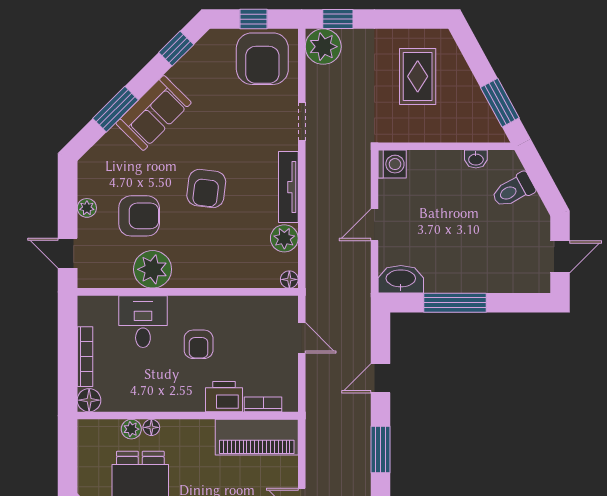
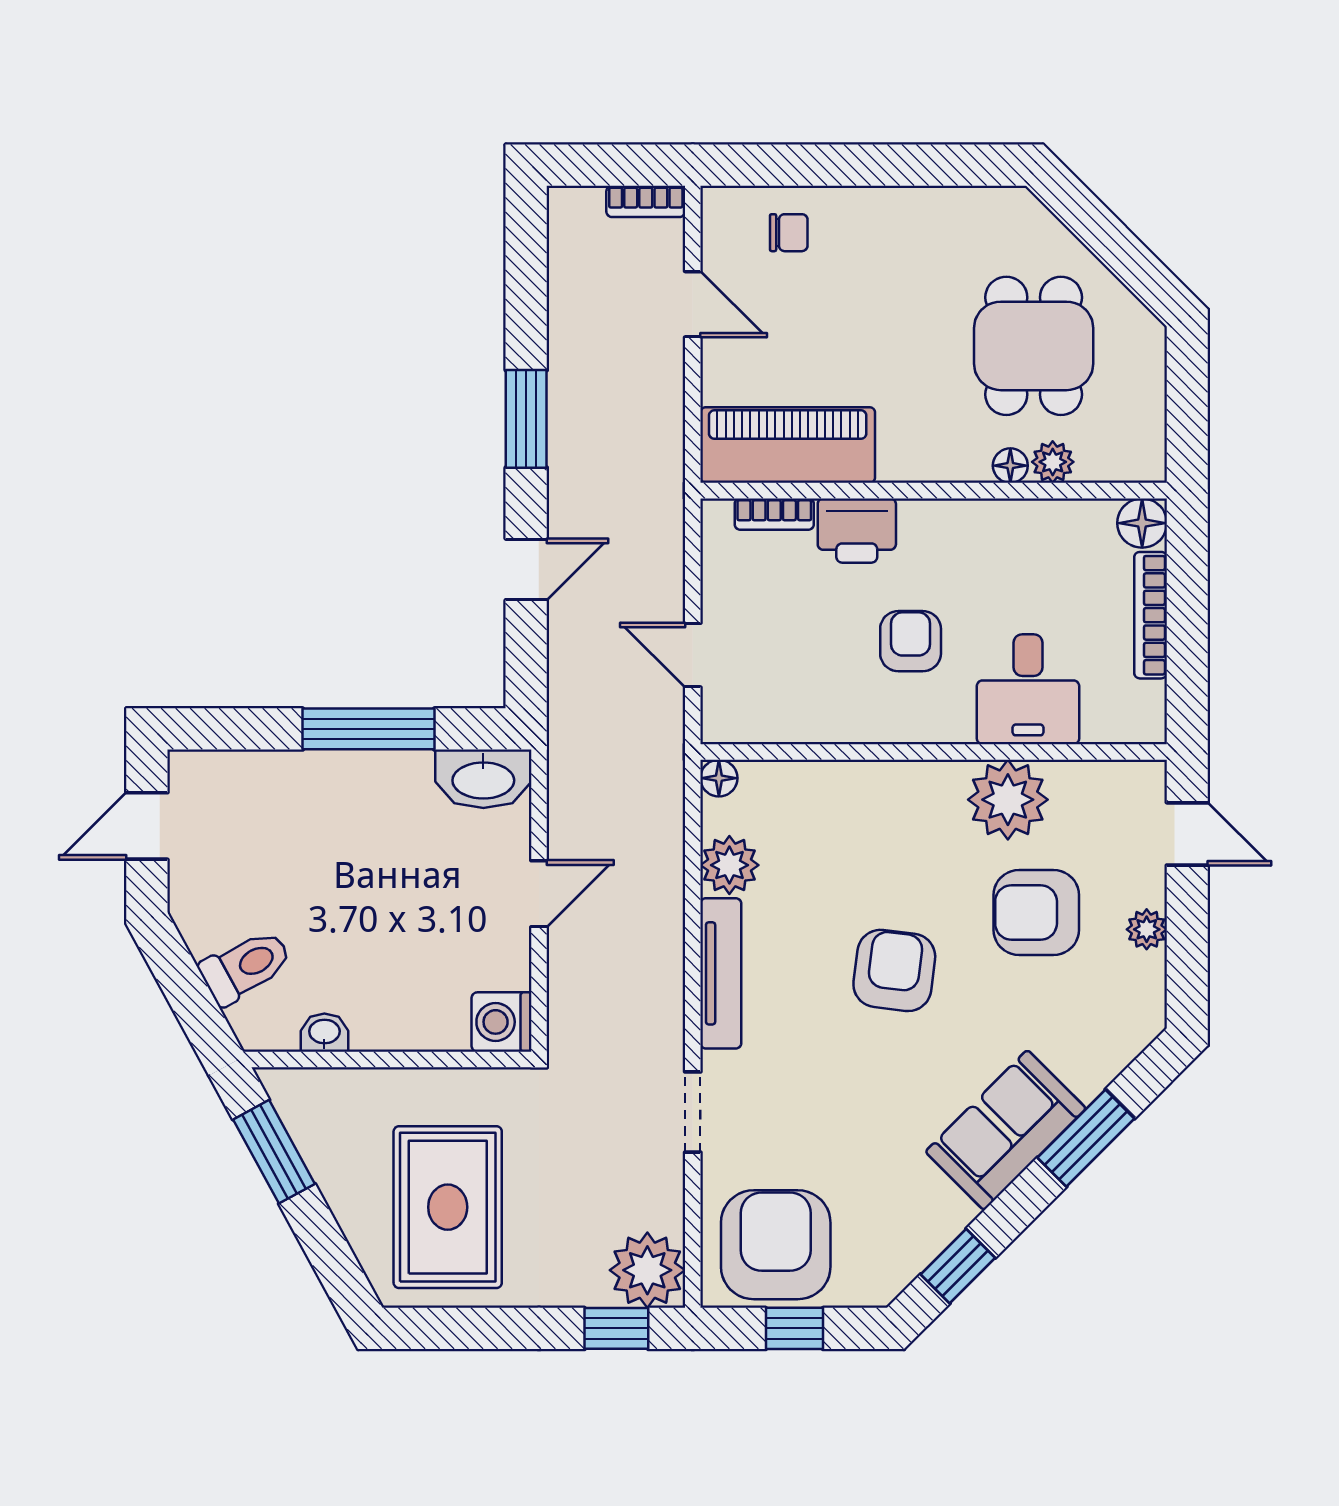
rug: (418, 76) -> (448, 1207), width x1.36, depth x1.43

